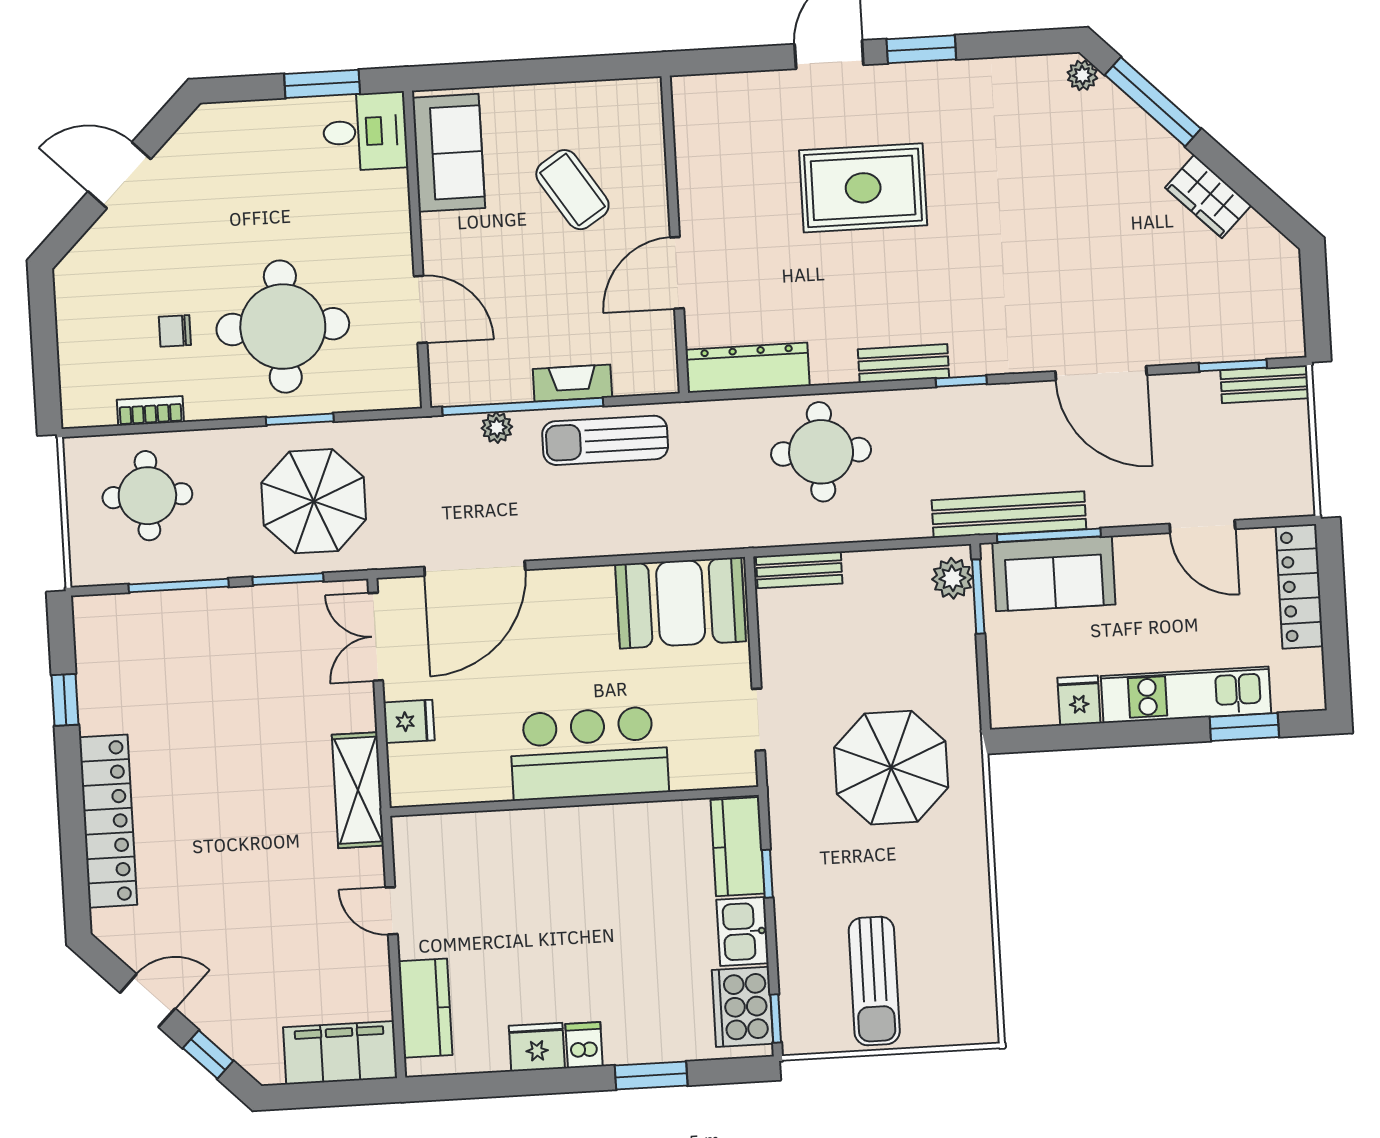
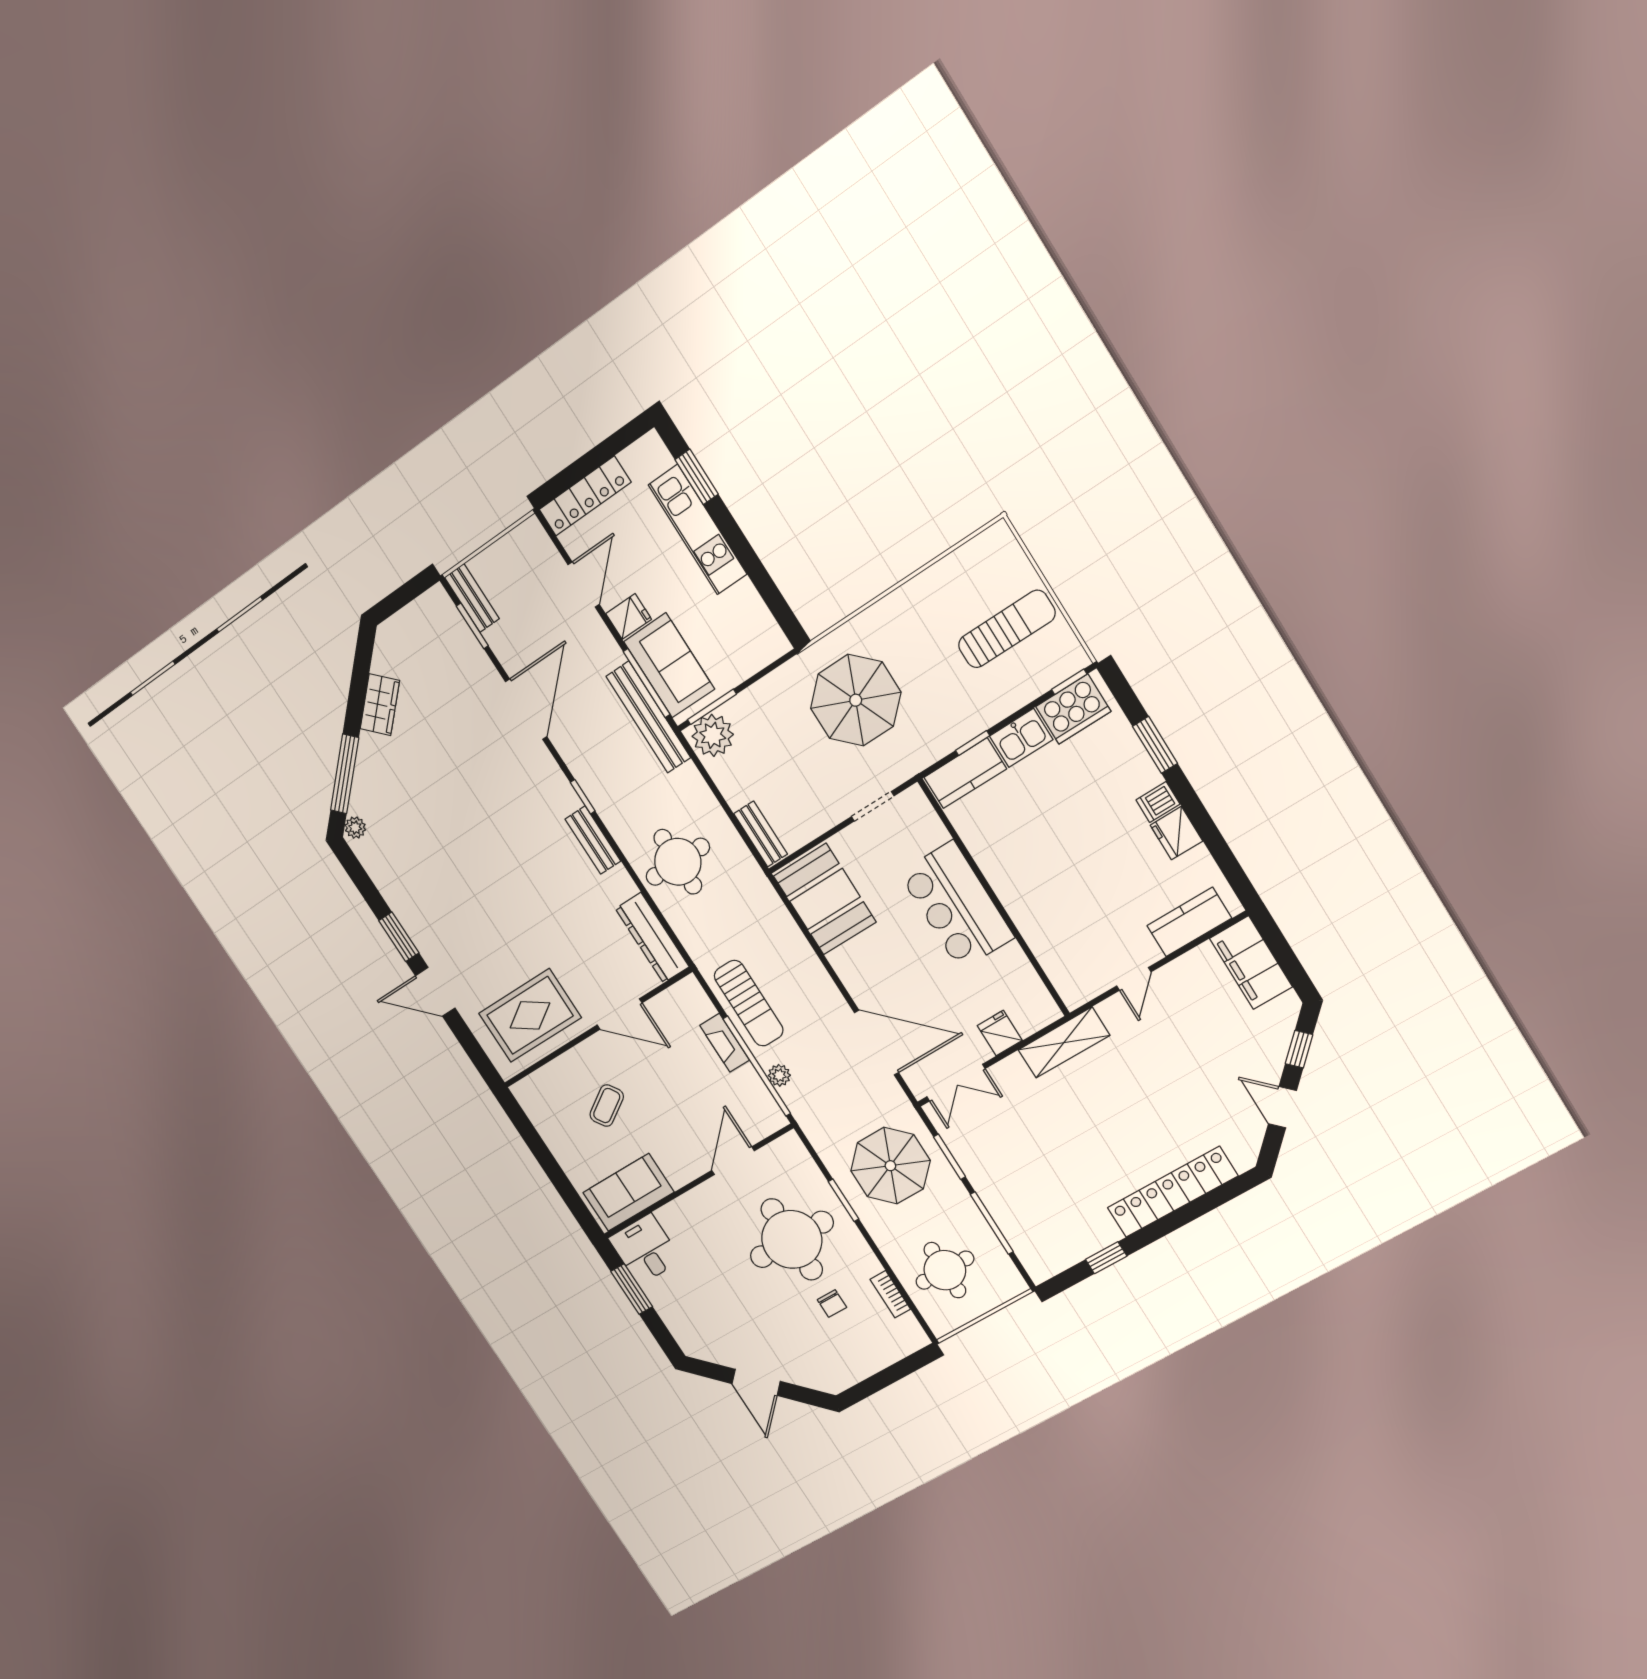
rug: (863, 188) -> (530, 1015), moved, turned 90
coffee table: (572, 190) -> (607, 1106), width x0.73, depth x0.77
plant: (952, 578) -> (713, 735), width x1.36, depth x1.36
fridge: (1079, 700) -> (629, 616), moved, turned 180

